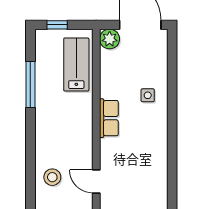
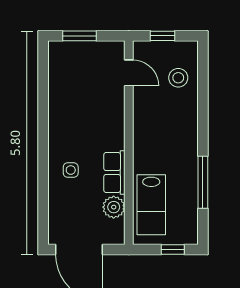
plant: (110, 39) -> (114, 207), moved
row of seats: (109, 118) -> (114, 173), moved

